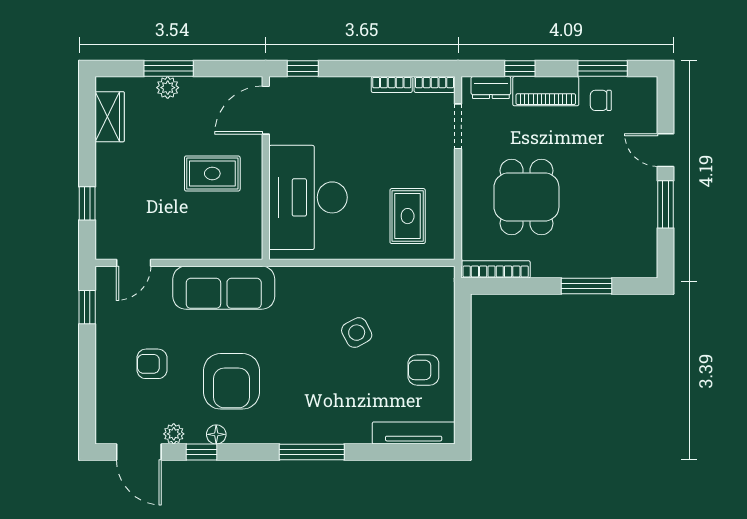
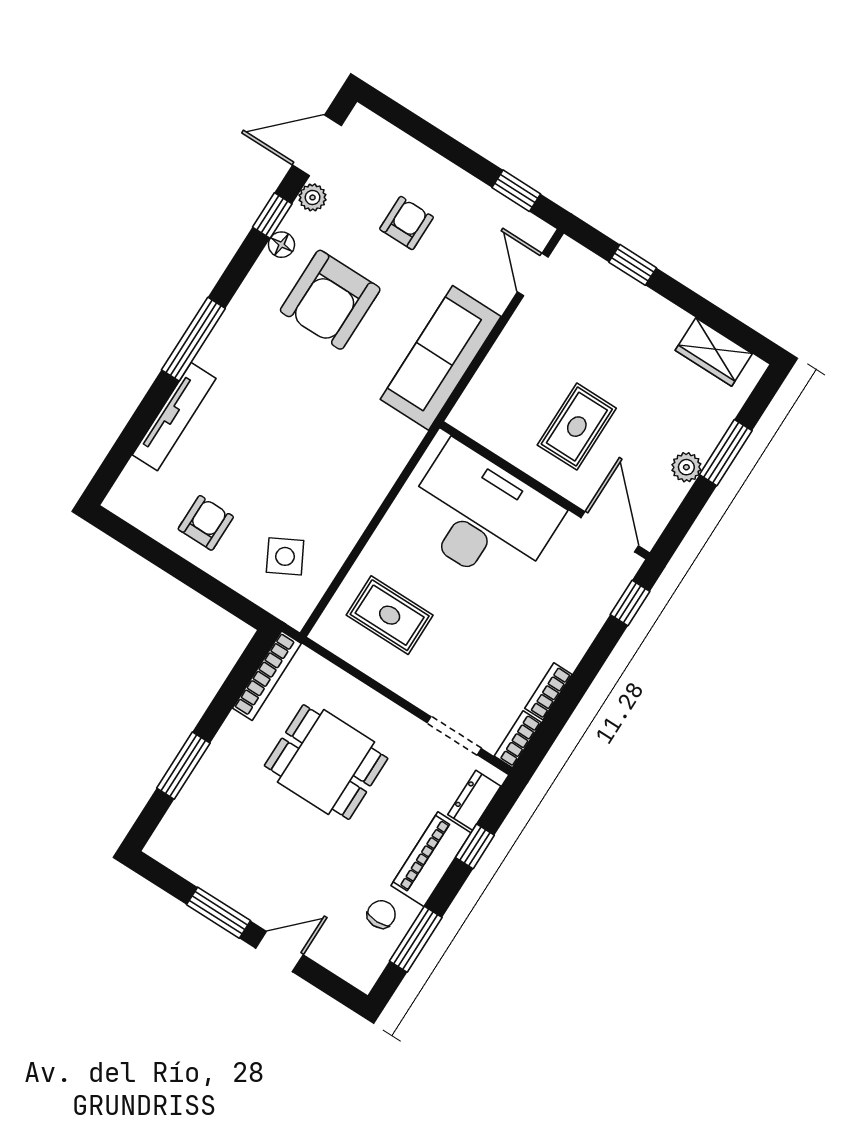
plant: (168, 88) -> (686, 467), moved
side table: (357, 333) -> (285, 556), moved
armchair: (231, 381) -> (330, 300), turned -90
tv unit: (414, 433) -> (174, 417), moved

